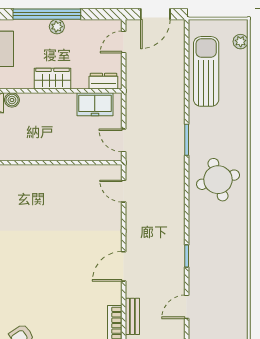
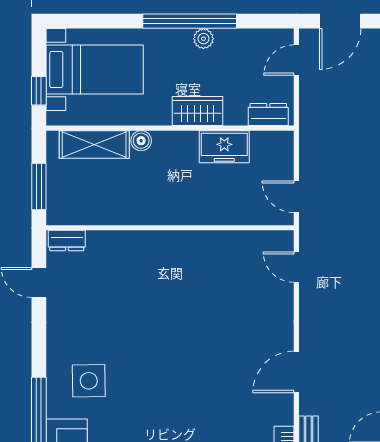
freezer: (95, 104) -> (224, 147), moved

